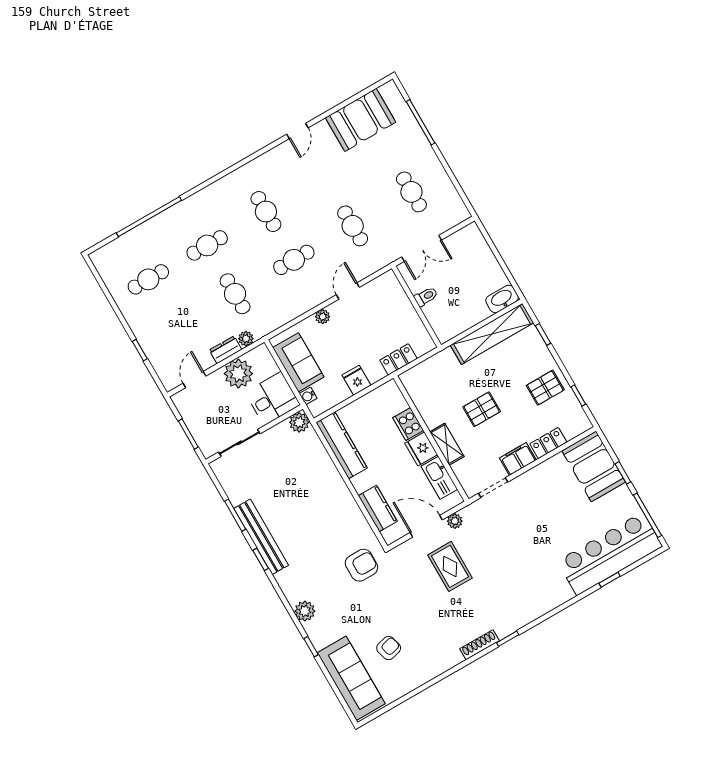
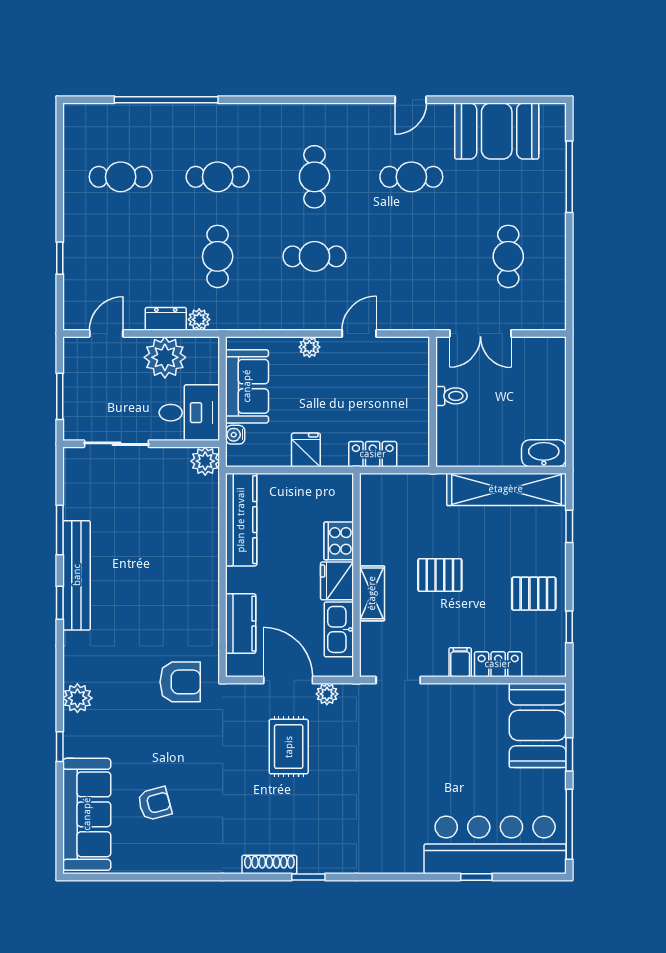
cafe table: (353, 226) -> (411, 177), moved, turned 90
filing cabinet: (518, 459) -> (460, 662), width x0.50

